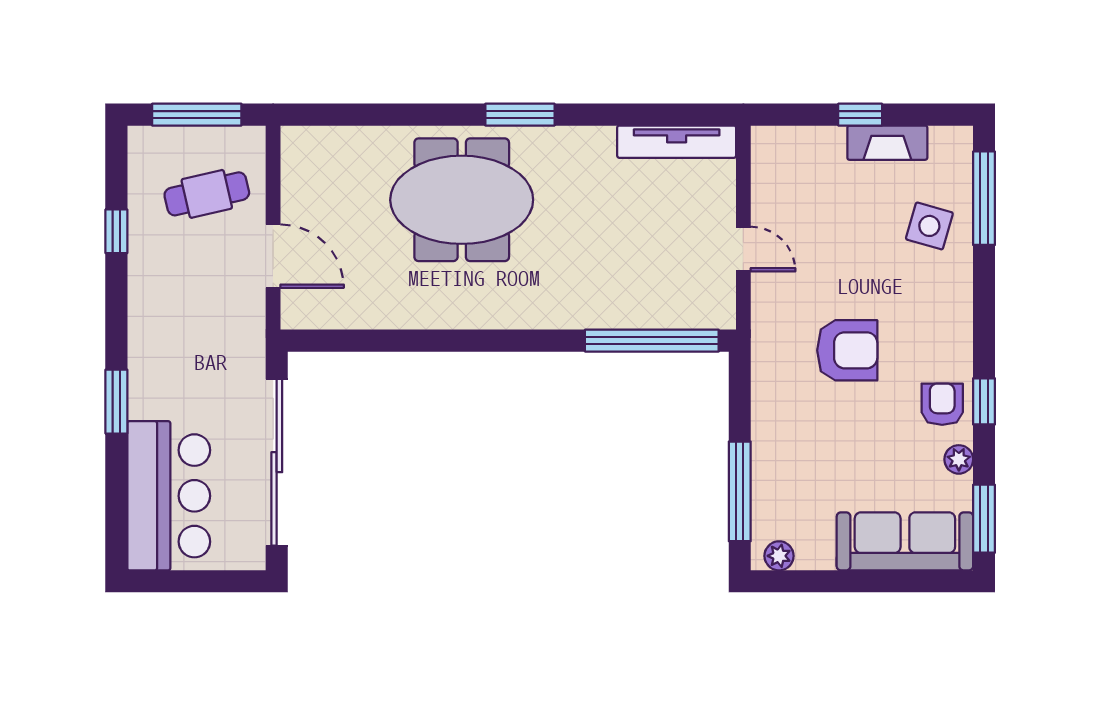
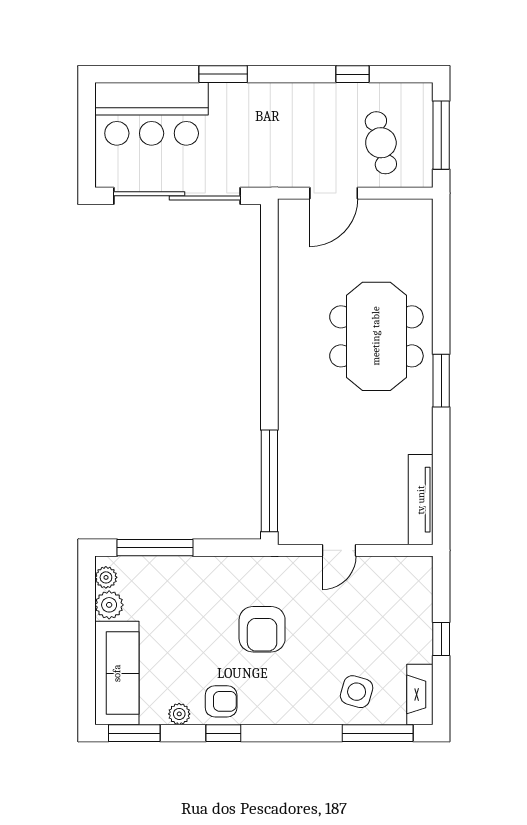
fireplace: (887, 143) -> (420, 694), moved
plant: (815, 552) -> (109, 605), added

